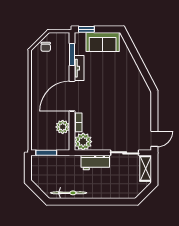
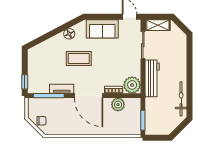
sofa: (103, 42) -> (102, 29), moved, turned 90
window: (72, 55) -> (49, 96), width x1.44
floor lamp: (137, 76) -> (69, 34), added
coffee table: (111, 86) -> (79, 59), added
workbench: (95, 163) -> (152, 78), width x1.38

